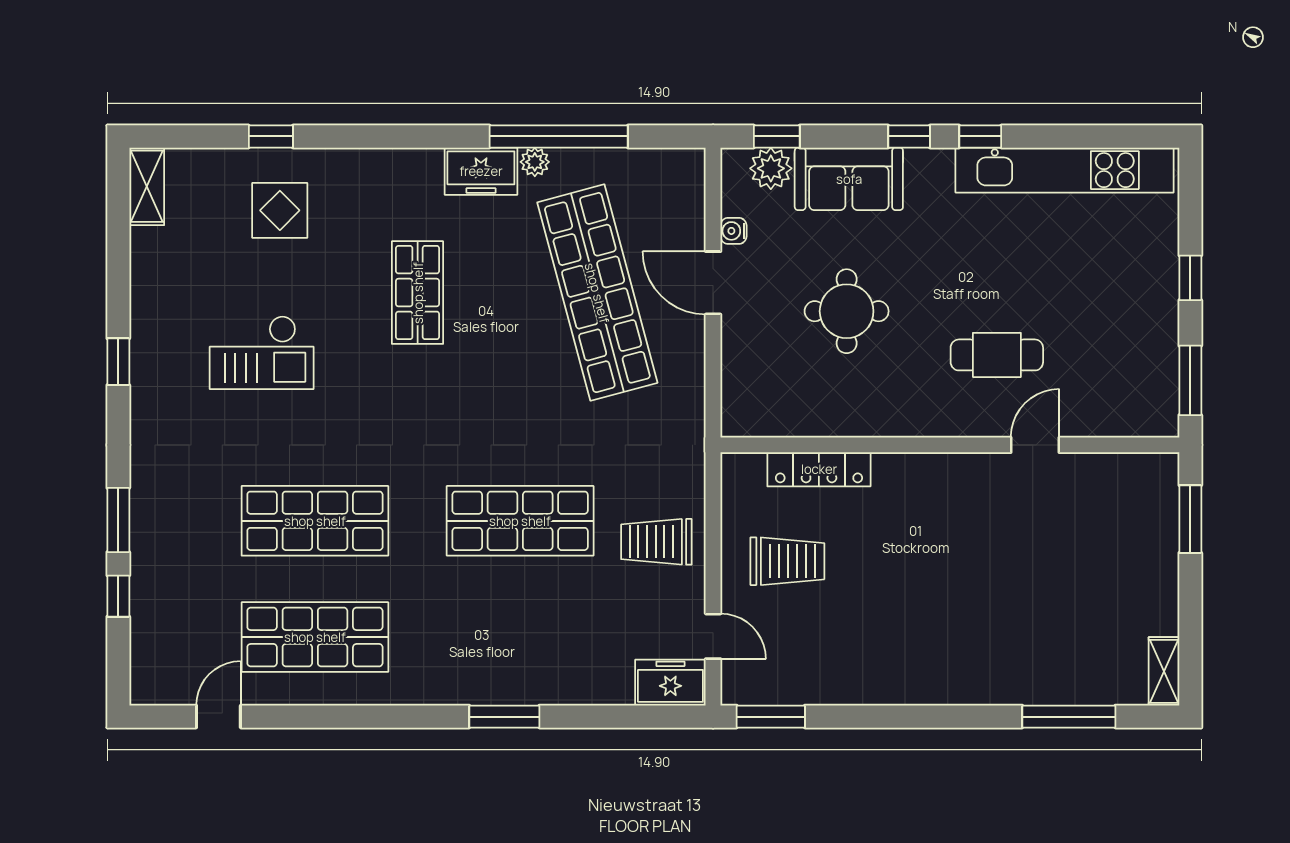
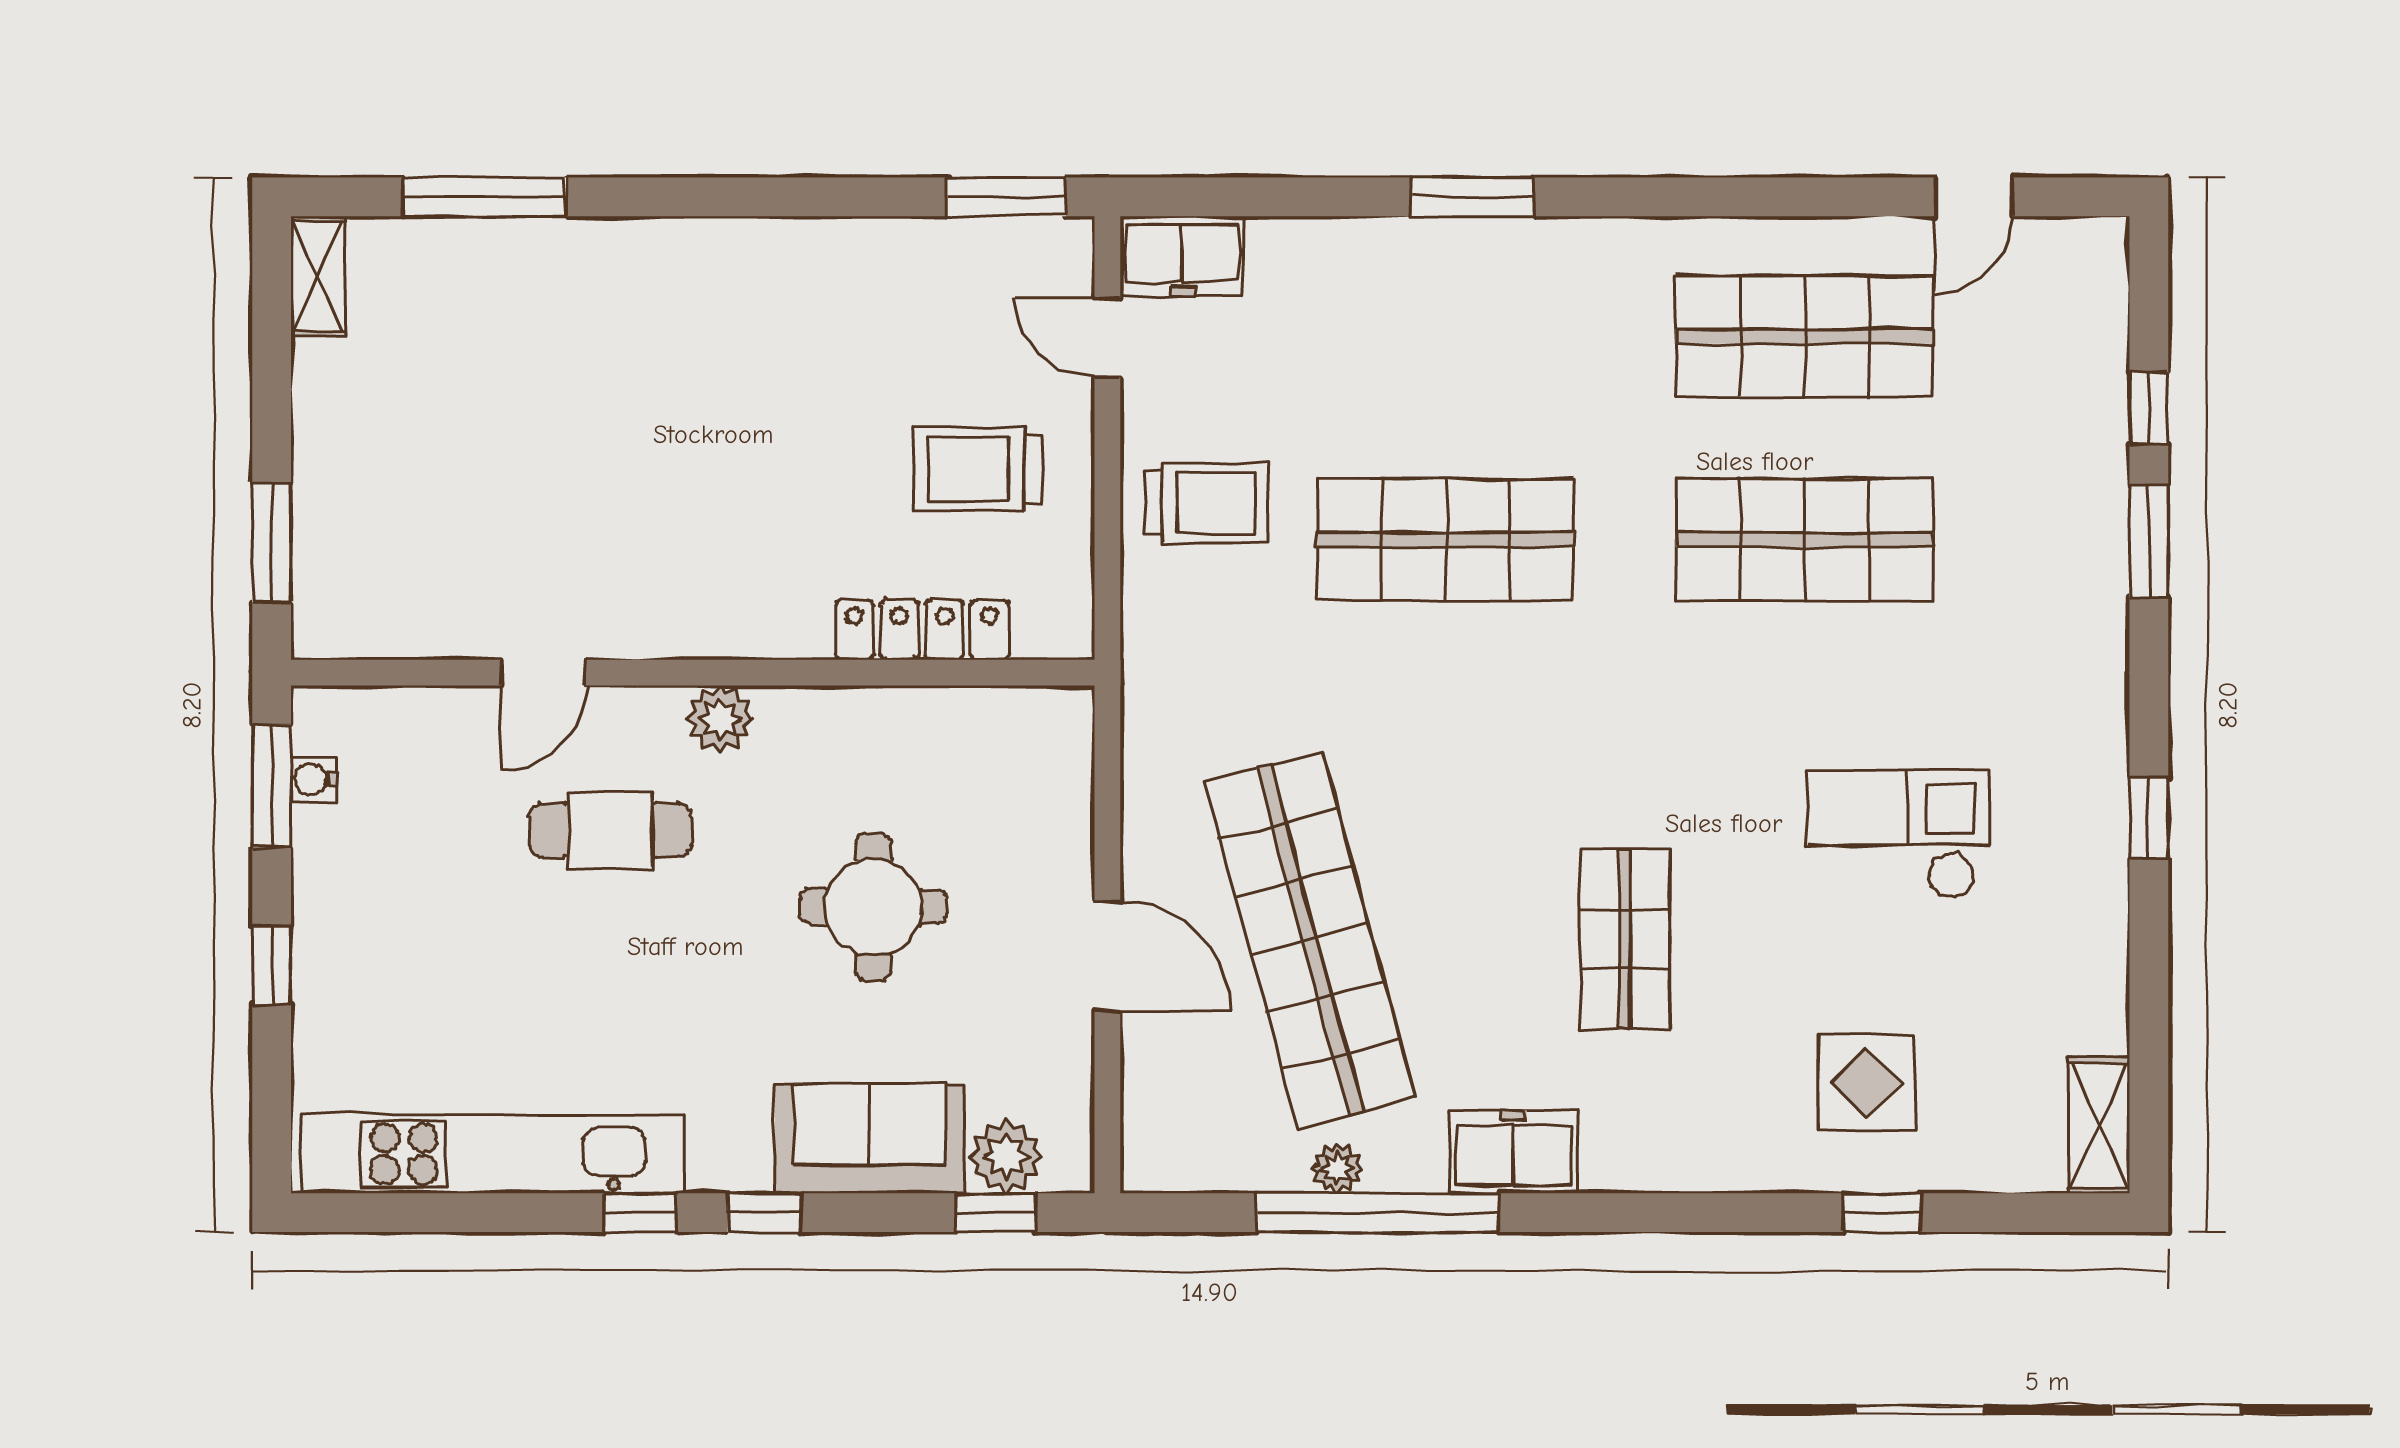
plant: (535, 162) -> (1337, 1168), moved
water cooler: (733, 231) -> (314, 779), moved, turned 180
plant: (934, 419) -> (720, 719), added

